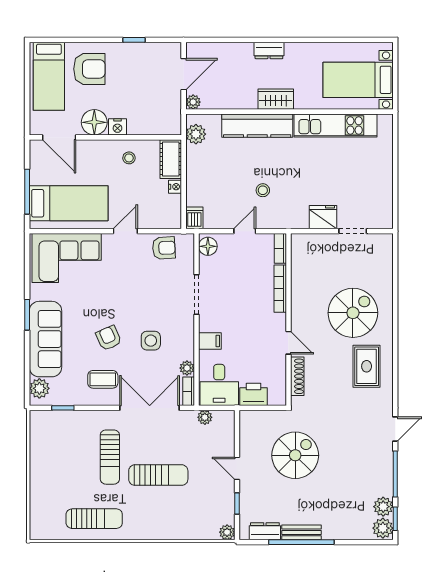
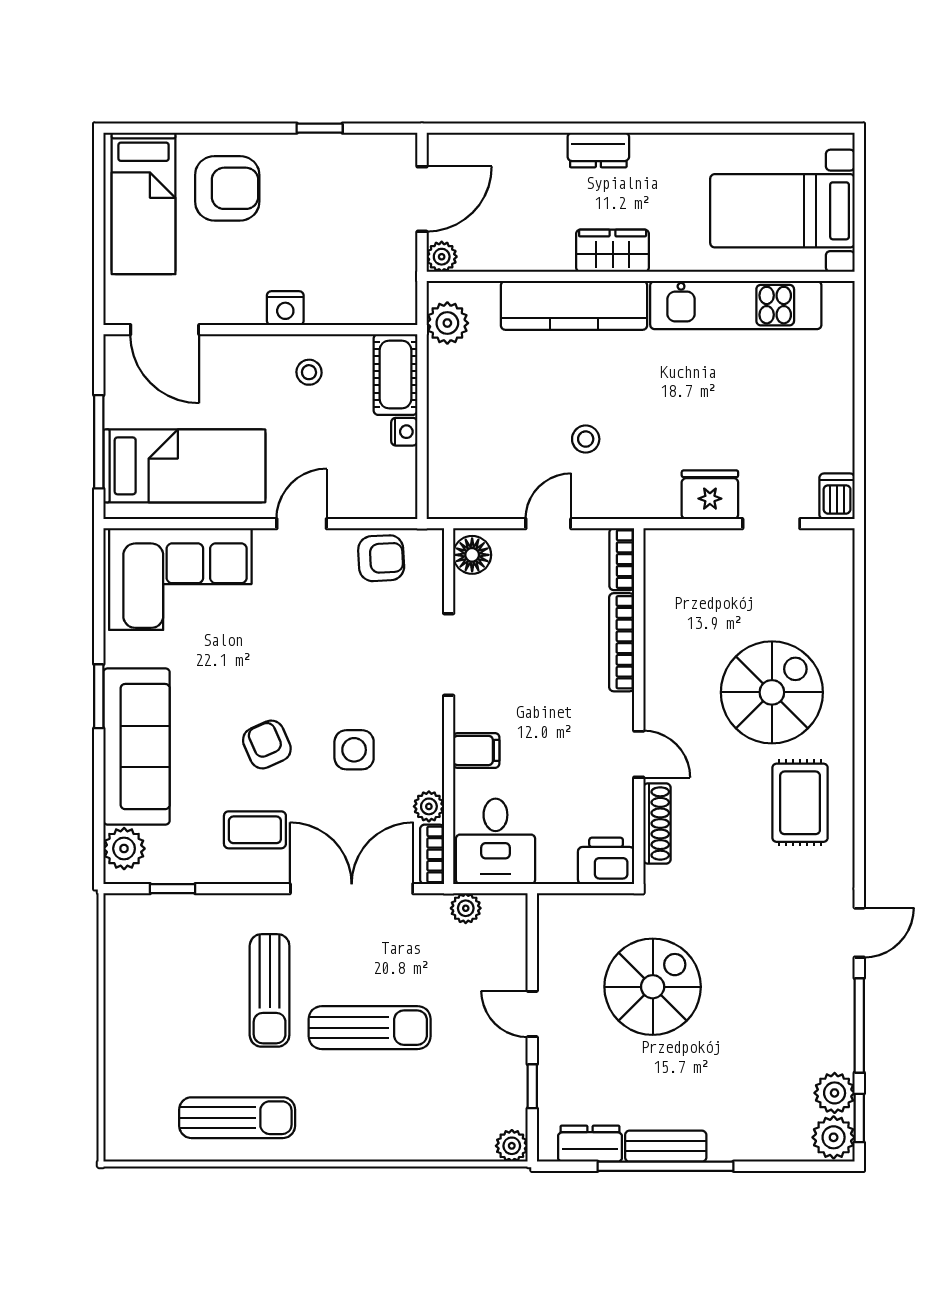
floor lamp: (94, 122) -> (237, 299), removed
dishwasher: (194, 218) -> (837, 496), moved
printer: (253, 394) -> (606, 861), moved

